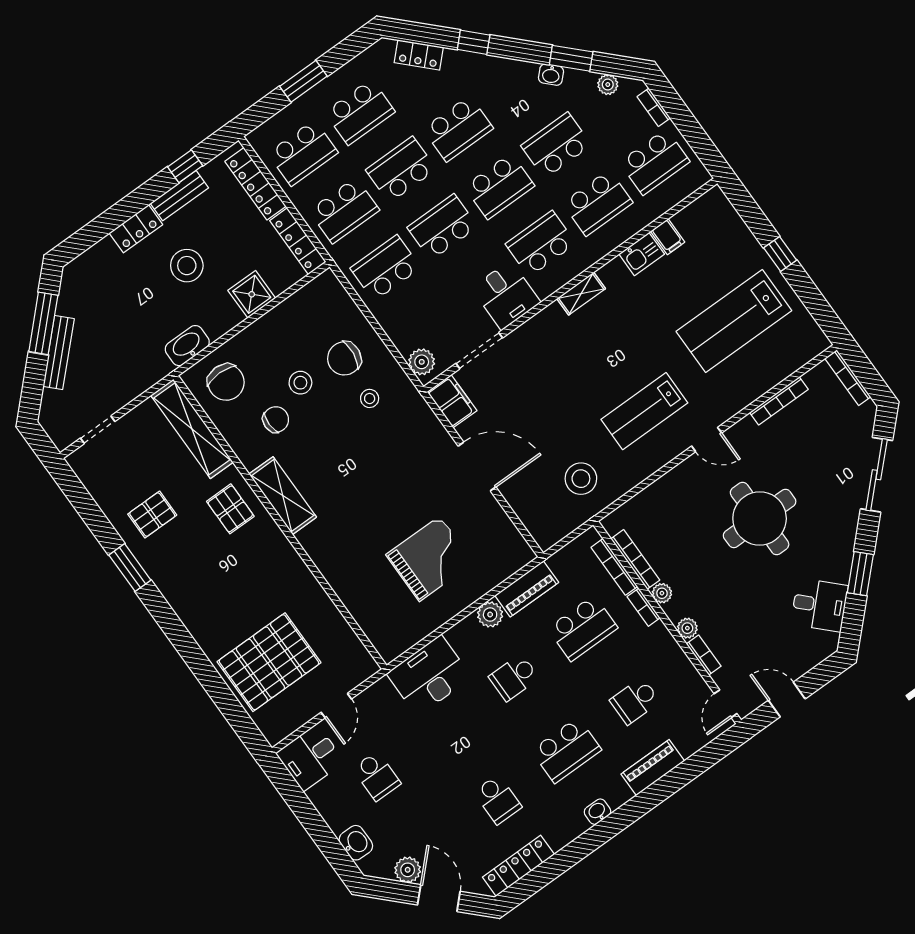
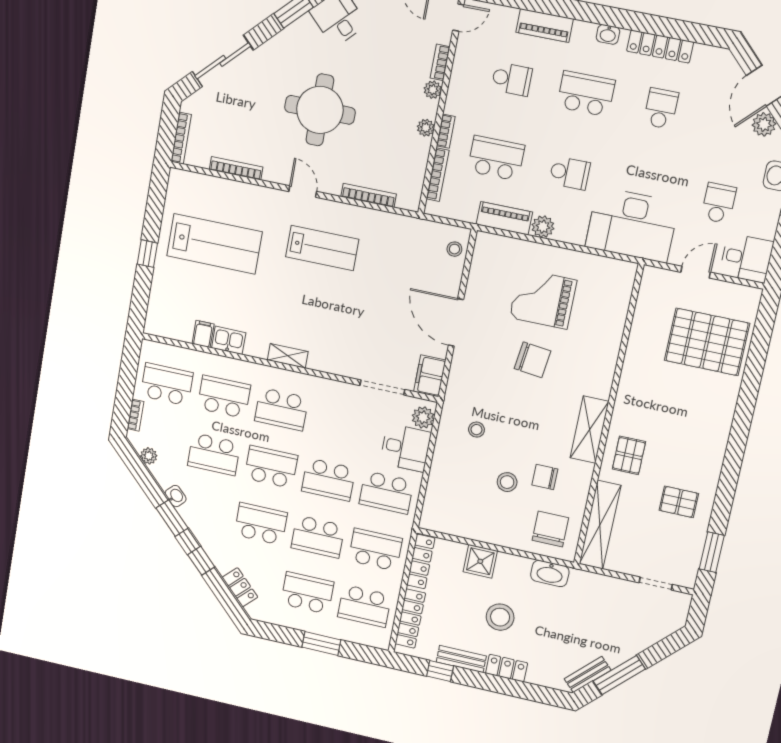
window: (571, 58) -> (172, 518), moved
school desk: (303, 153) -> (364, 606), turned 180
desk: (506, 295) -> (406, 448), moved, turned 90
bench: (59, 352) -> (588, 675), moved, width x0.73
chair: (344, 358) -> (532, 360), moved
stool: (581, 479) -> (454, 249), moved, width x0.53, depth x0.53
bookcase: (635, 559) -> (369, 195), moved, turned 90
window: (130, 568) -> (712, 552), moved
desk: (429, 676) -> (632, 225), width x1.36, depth x1.30
locker: (518, 866) -> (660, 46), moved

